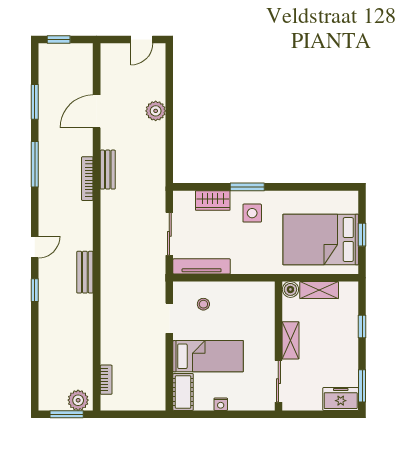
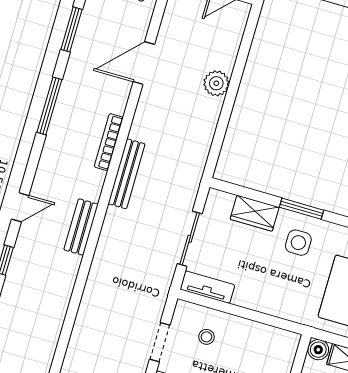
bench: (108, 170) -> (127, 174), moved, width x1.36
tv unit: (202, 266) -> (207, 287), width x0.71
bench: (85, 272) -> (81, 227), moved

